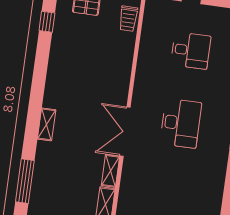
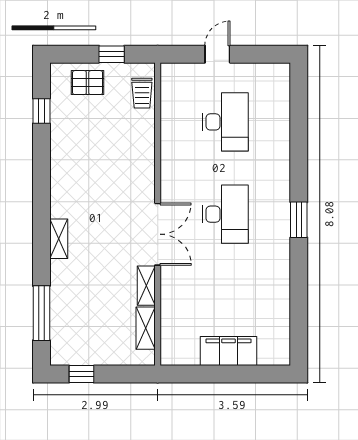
desk: (191, 50) -> (225, 122), width x1.37
double door: (125, 132) -> (158, 234), swing flipped

